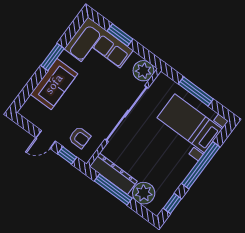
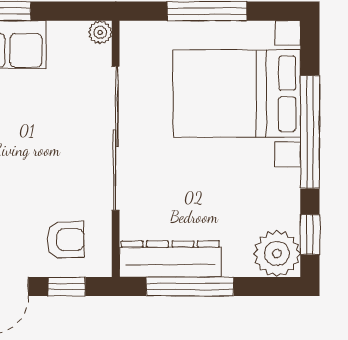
plant: (143, 71) -> (100, 32), width x0.53, depth x0.53
bed with nightstands: (190, 123) -> (237, 94), width x1.36
plant: (144, 193) -> (277, 253), moved

